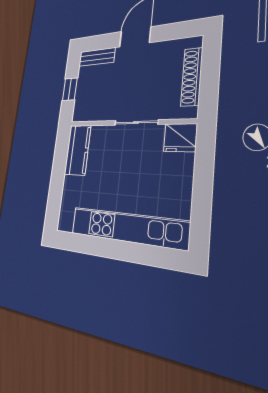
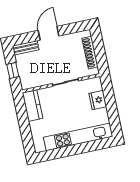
fridge: (180, 138) -> (98, 100), moved, turned 90

